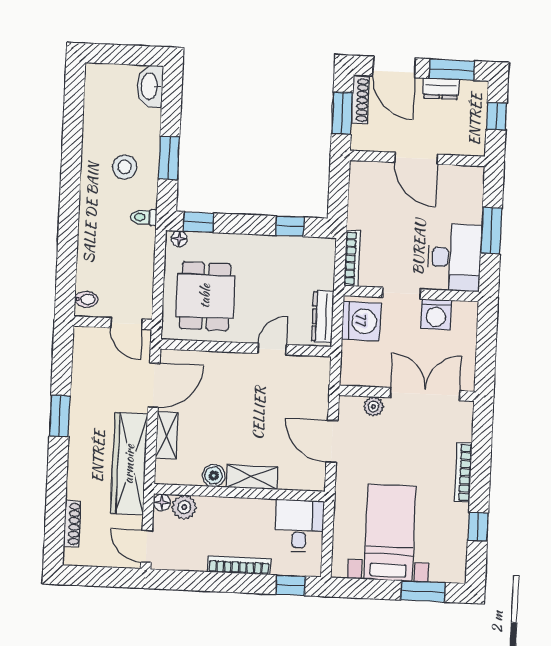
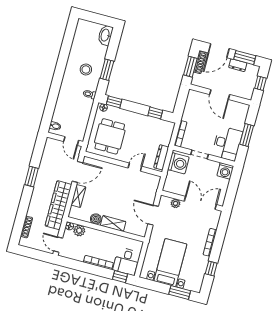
door: (394, 67) -> (219, 51), hinge flipped
washing machine: (436, 314) -> (225, 171), moved
desk: (299, 526) -> (126, 261), moved, turned 180

